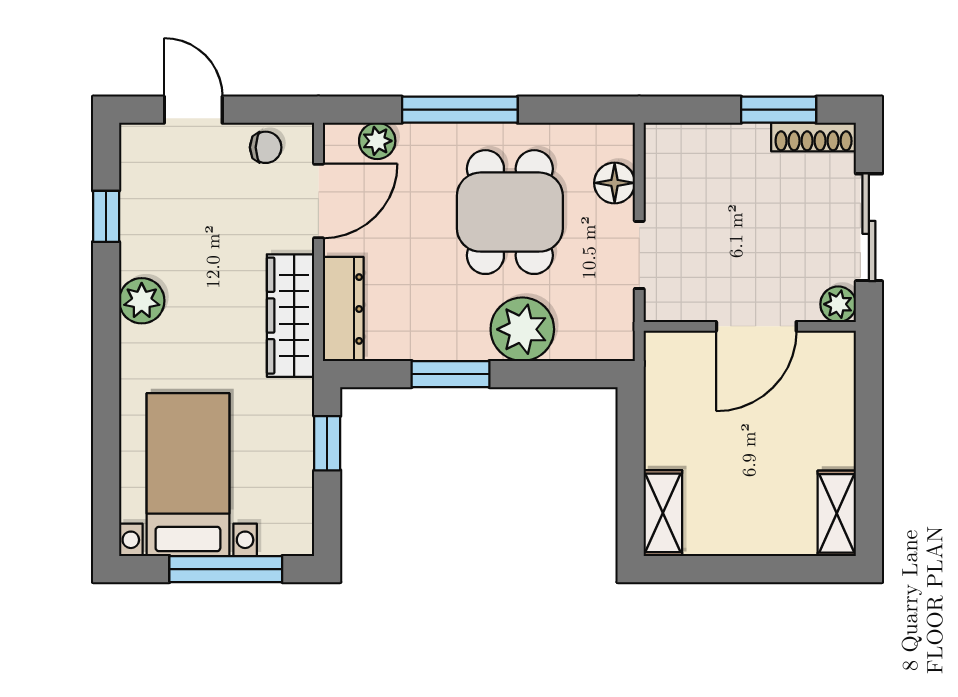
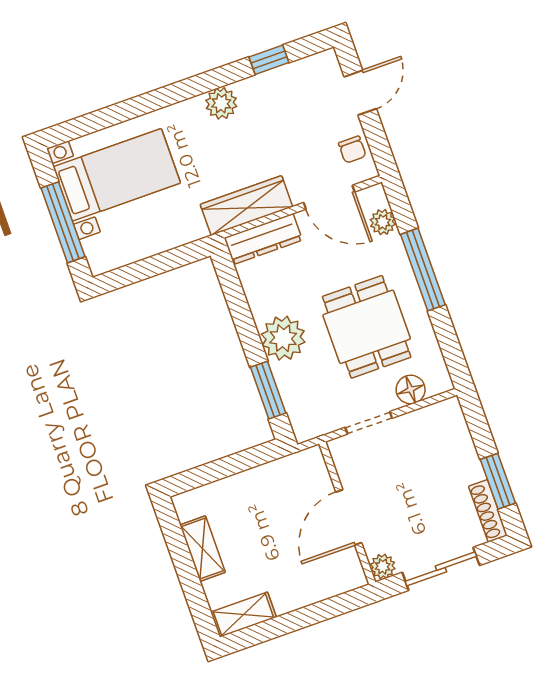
dining table: (510, 212) -> (367, 327), turned 90
door: (756, 326) -> (349, 517), hinge flipped
plant: (522, 329) -> (283, 338), moved
window: (451, 374) -> (268, 390), moved
window: (327, 443) -> (170, 260), removed
shelving: (663, 513) -> (203, 549), moved, turned 90

